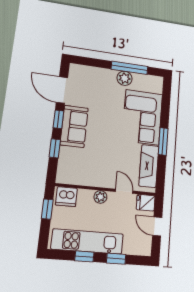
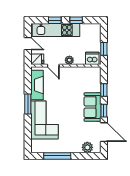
plant: (125, 78) -> (87, 147), moved
kitchen unit: (88, 241) -> (56, 30), moved

